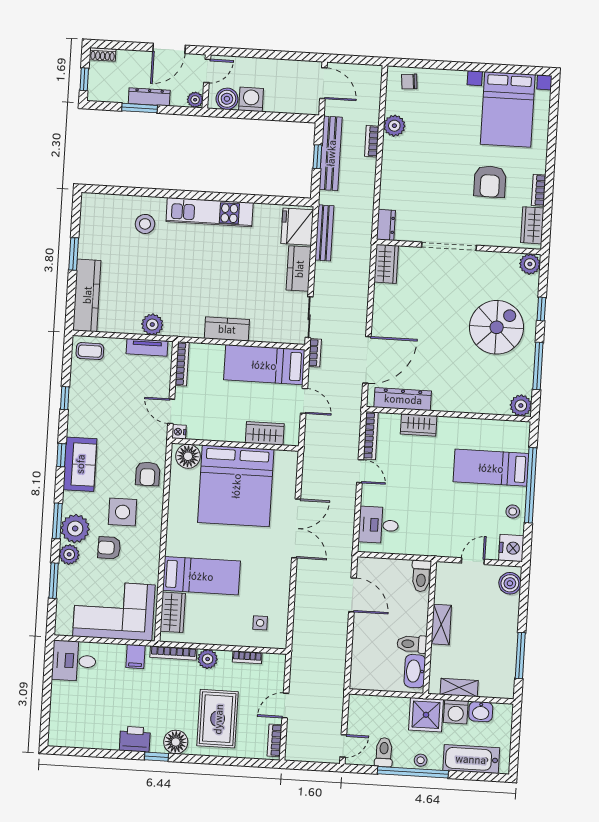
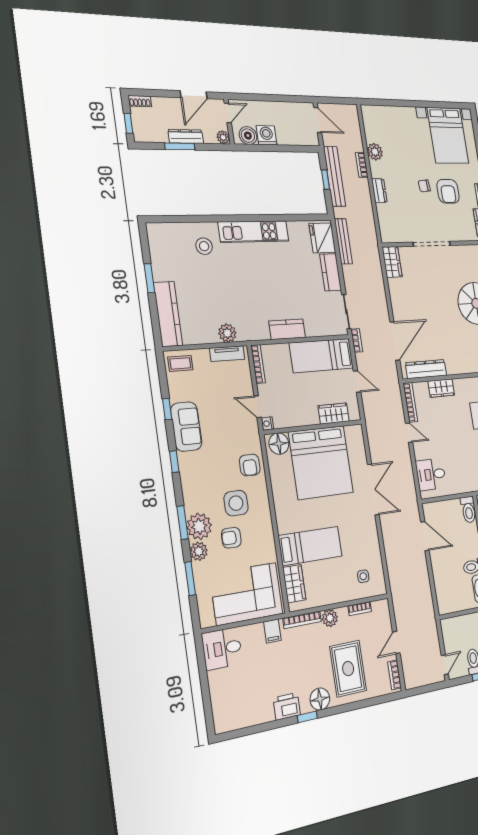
chair: (409, 82) -> (424, 186), moved
dresser: (386, 225) -> (379, 191), moved
sofa: (80, 464) -> (186, 427), moved

